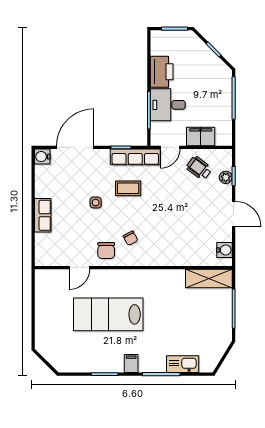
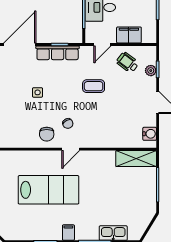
row of seats: (135, 157) -> (58, 53), moved
coffee table: (128, 188) -> (94, 86), moved
door: (79, 268) -> (71, 149), moved
lab bench: (108, 314) -> (48, 190), turned 180

